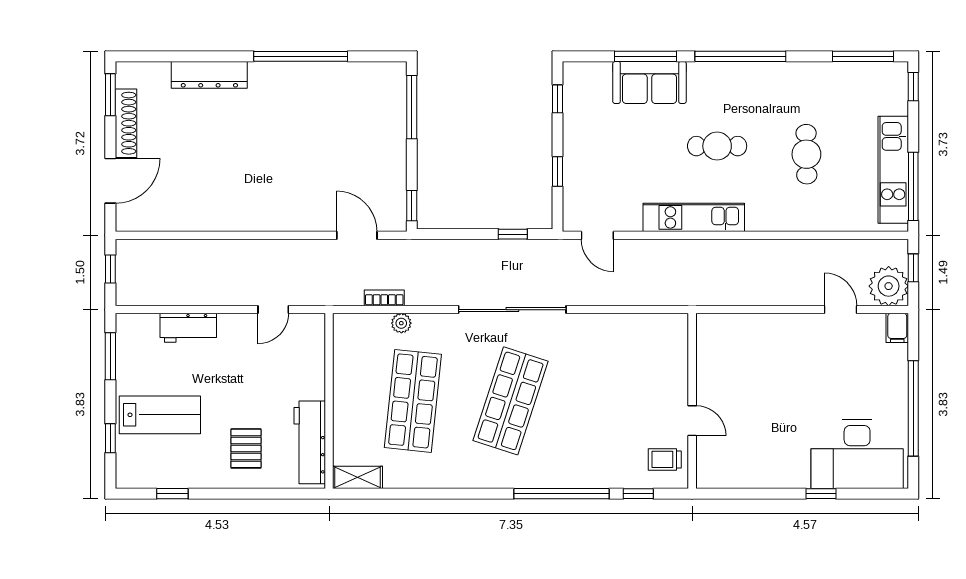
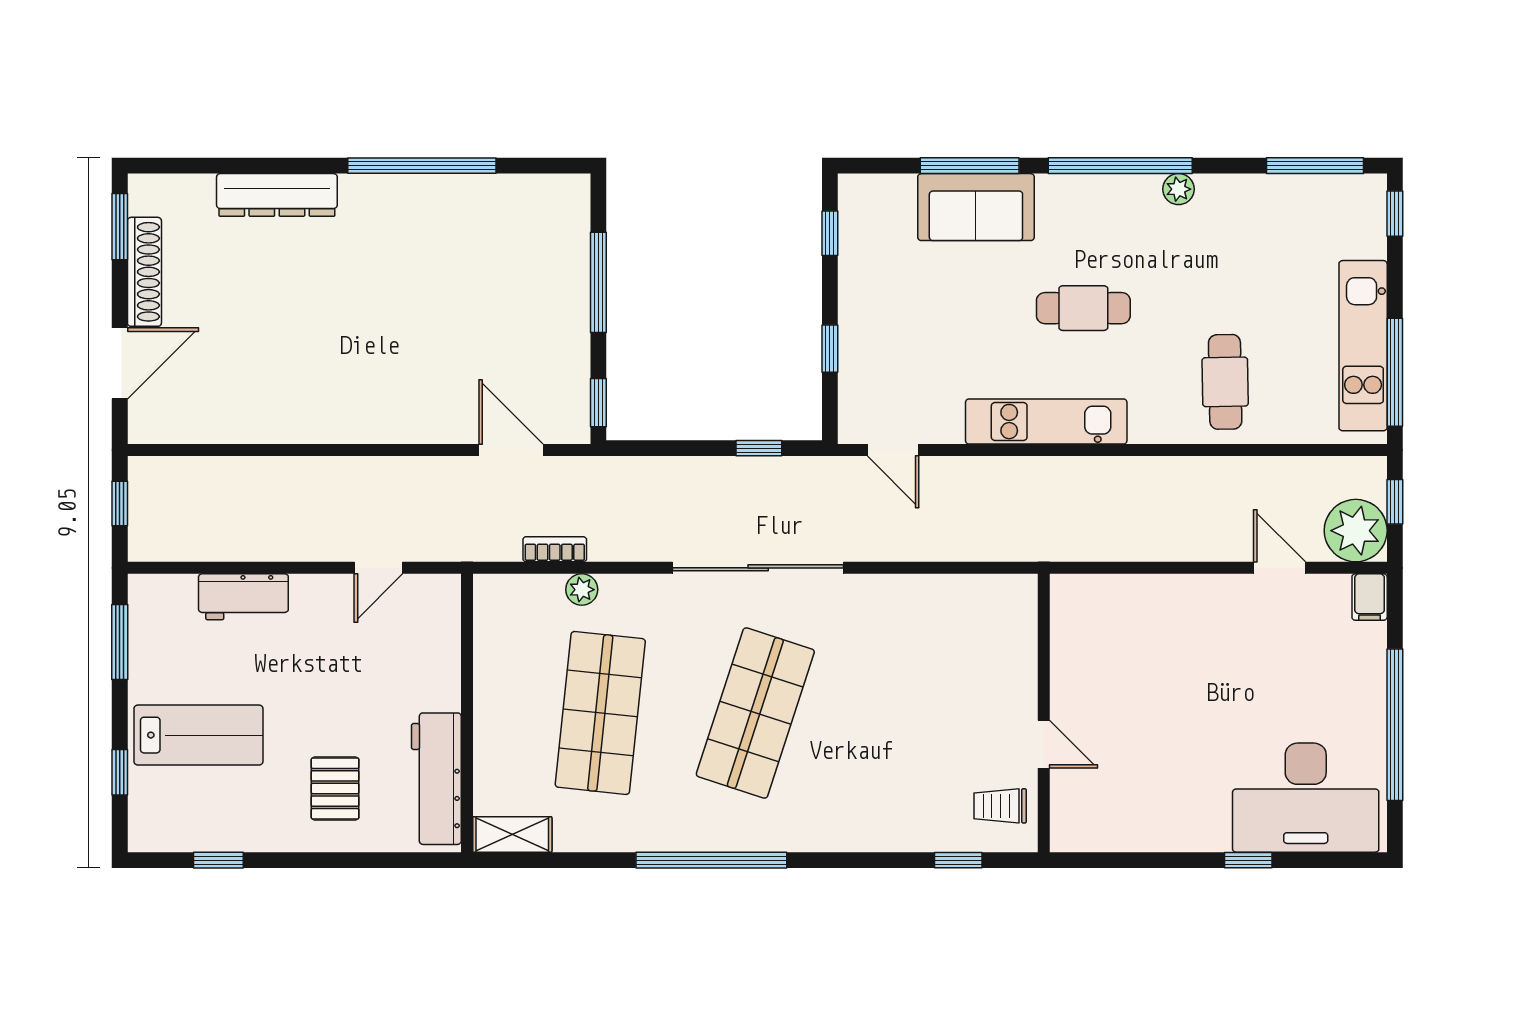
plant: (777, 71) -> (1178, 189), added
window: (412, 107) -> (598, 282), moved
cafe table: (806, 154) -> (1225, 382), moved
window: (562, 494) -> (711, 860), moved

